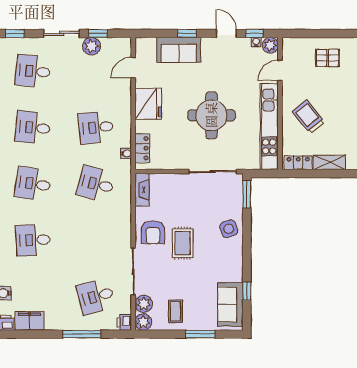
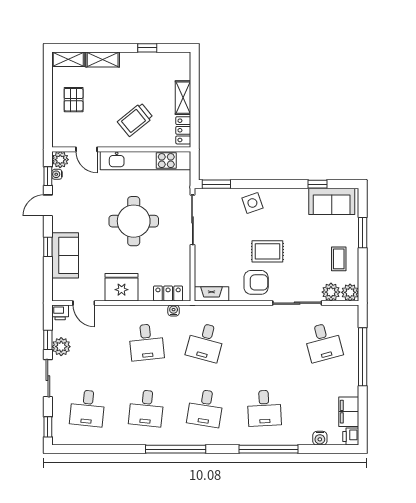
coffee table: (175, 311) -> (339, 259), turned 90
printer: (124, 322) -> (60, 312), moved
window: (82, 334) -> (363, 357), width x1.46

